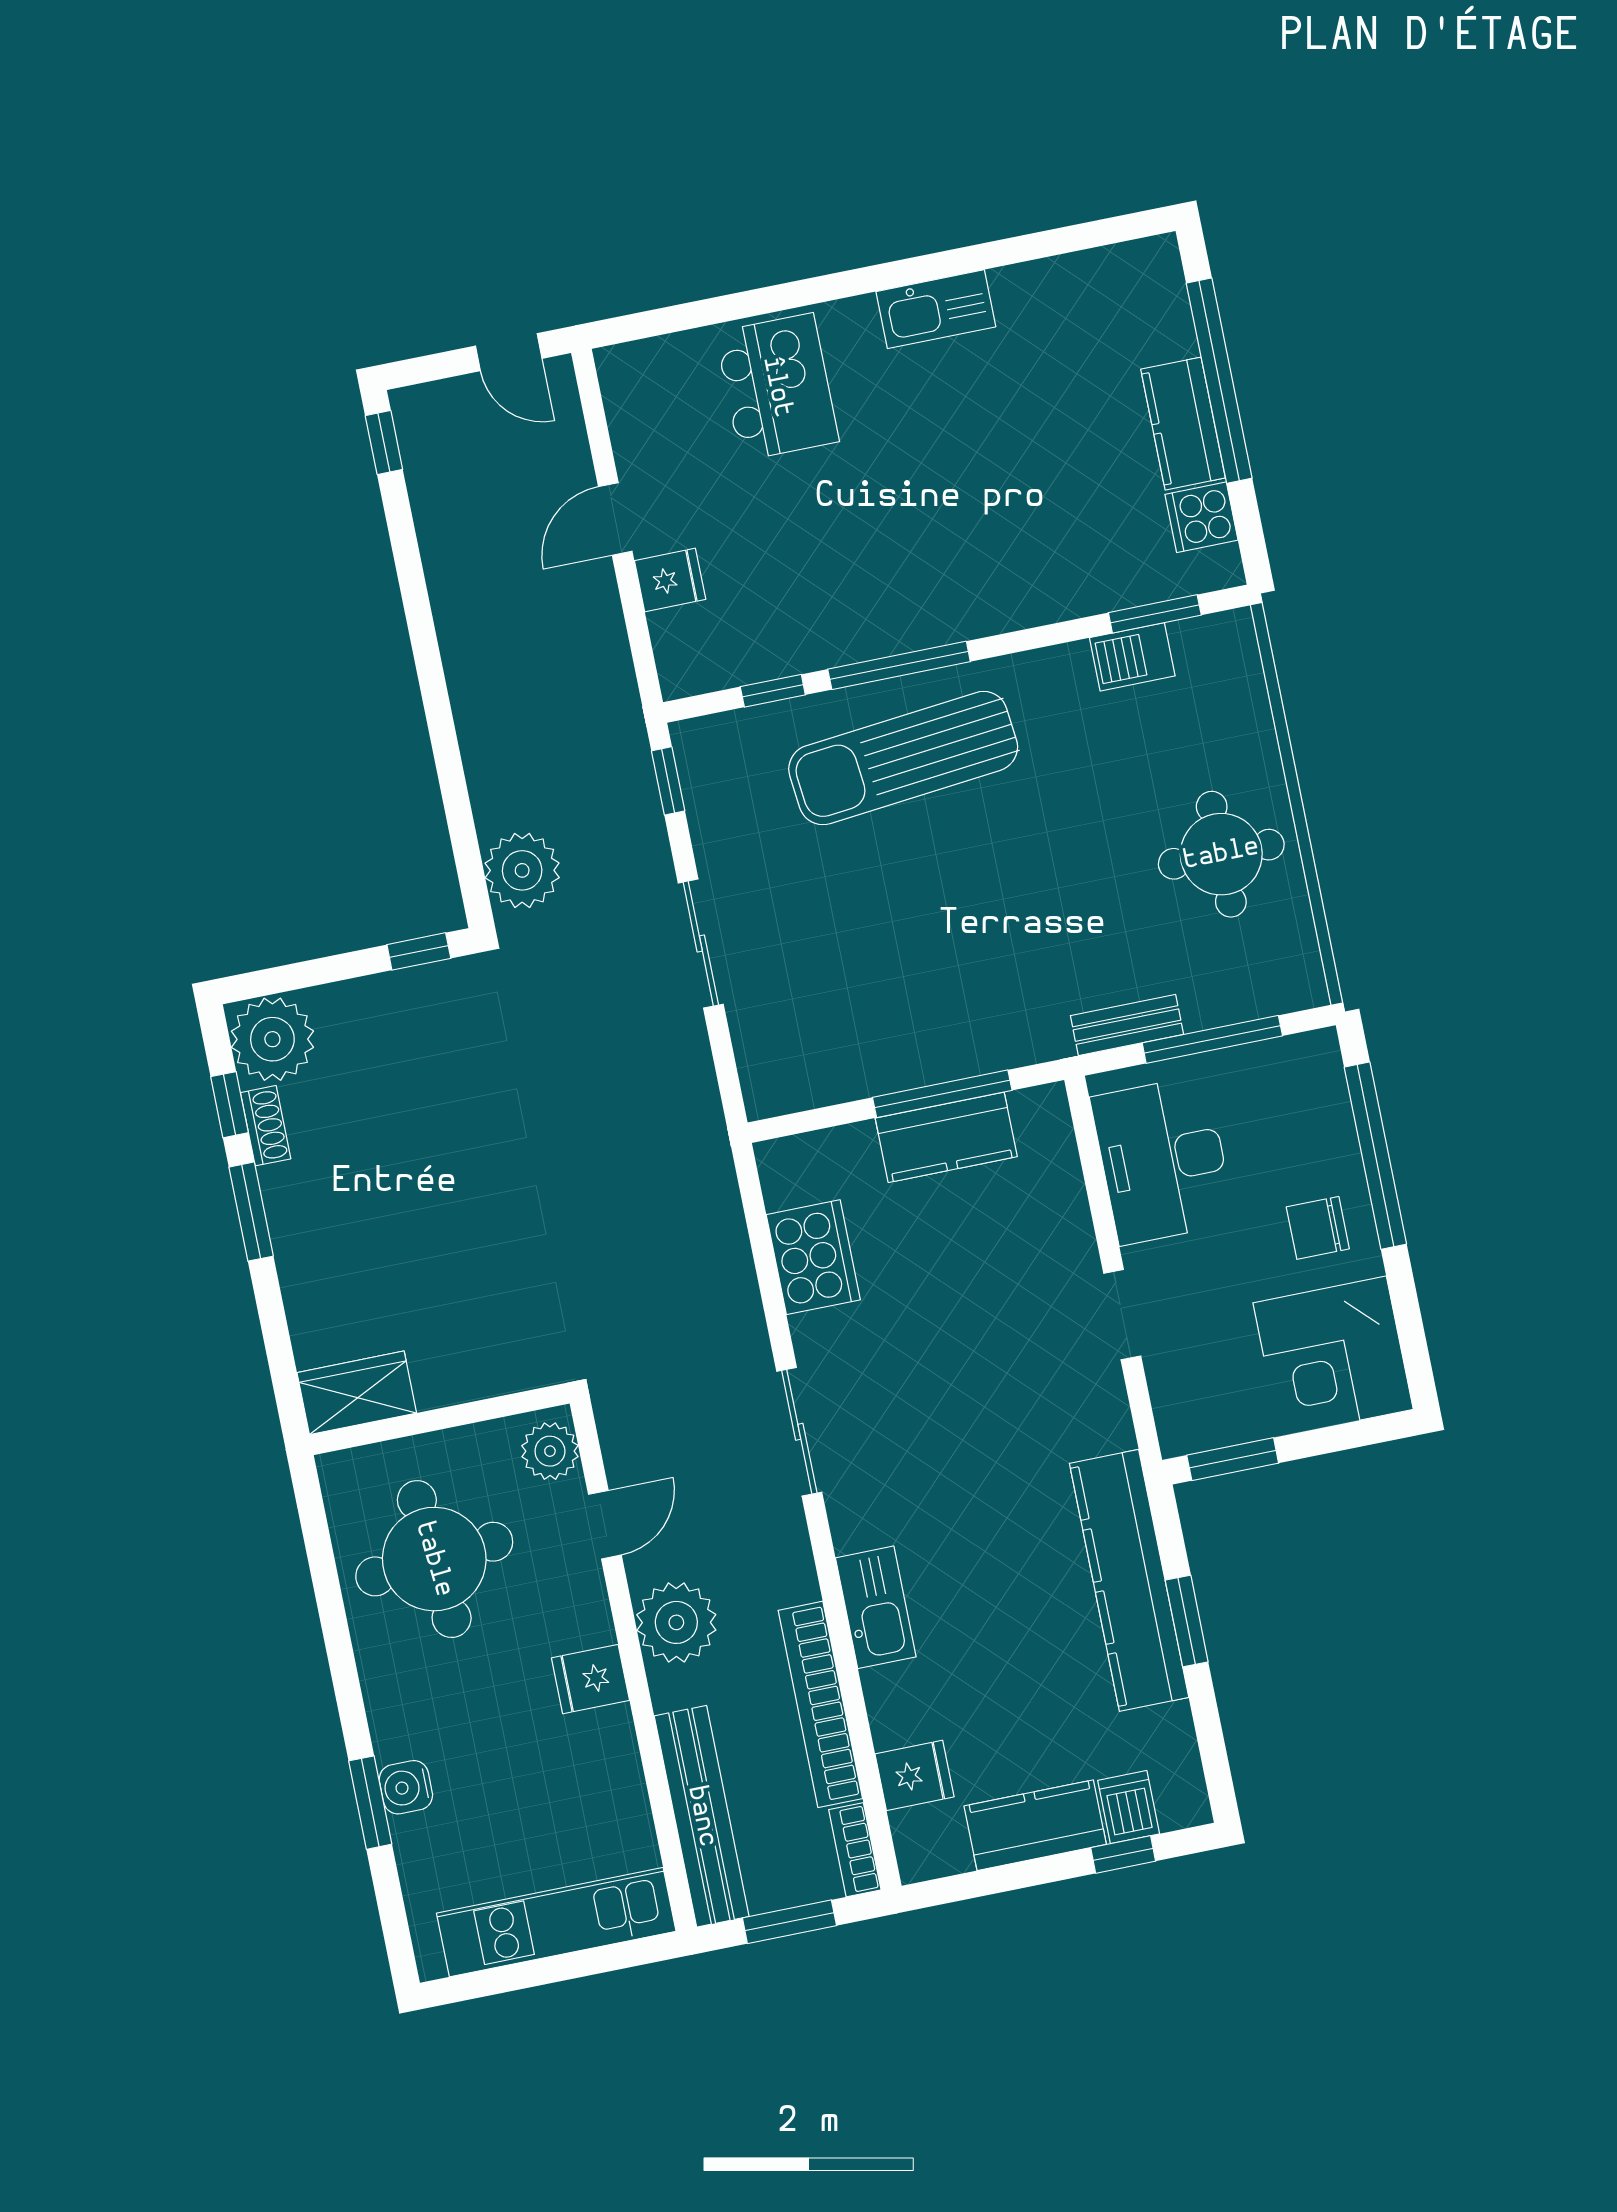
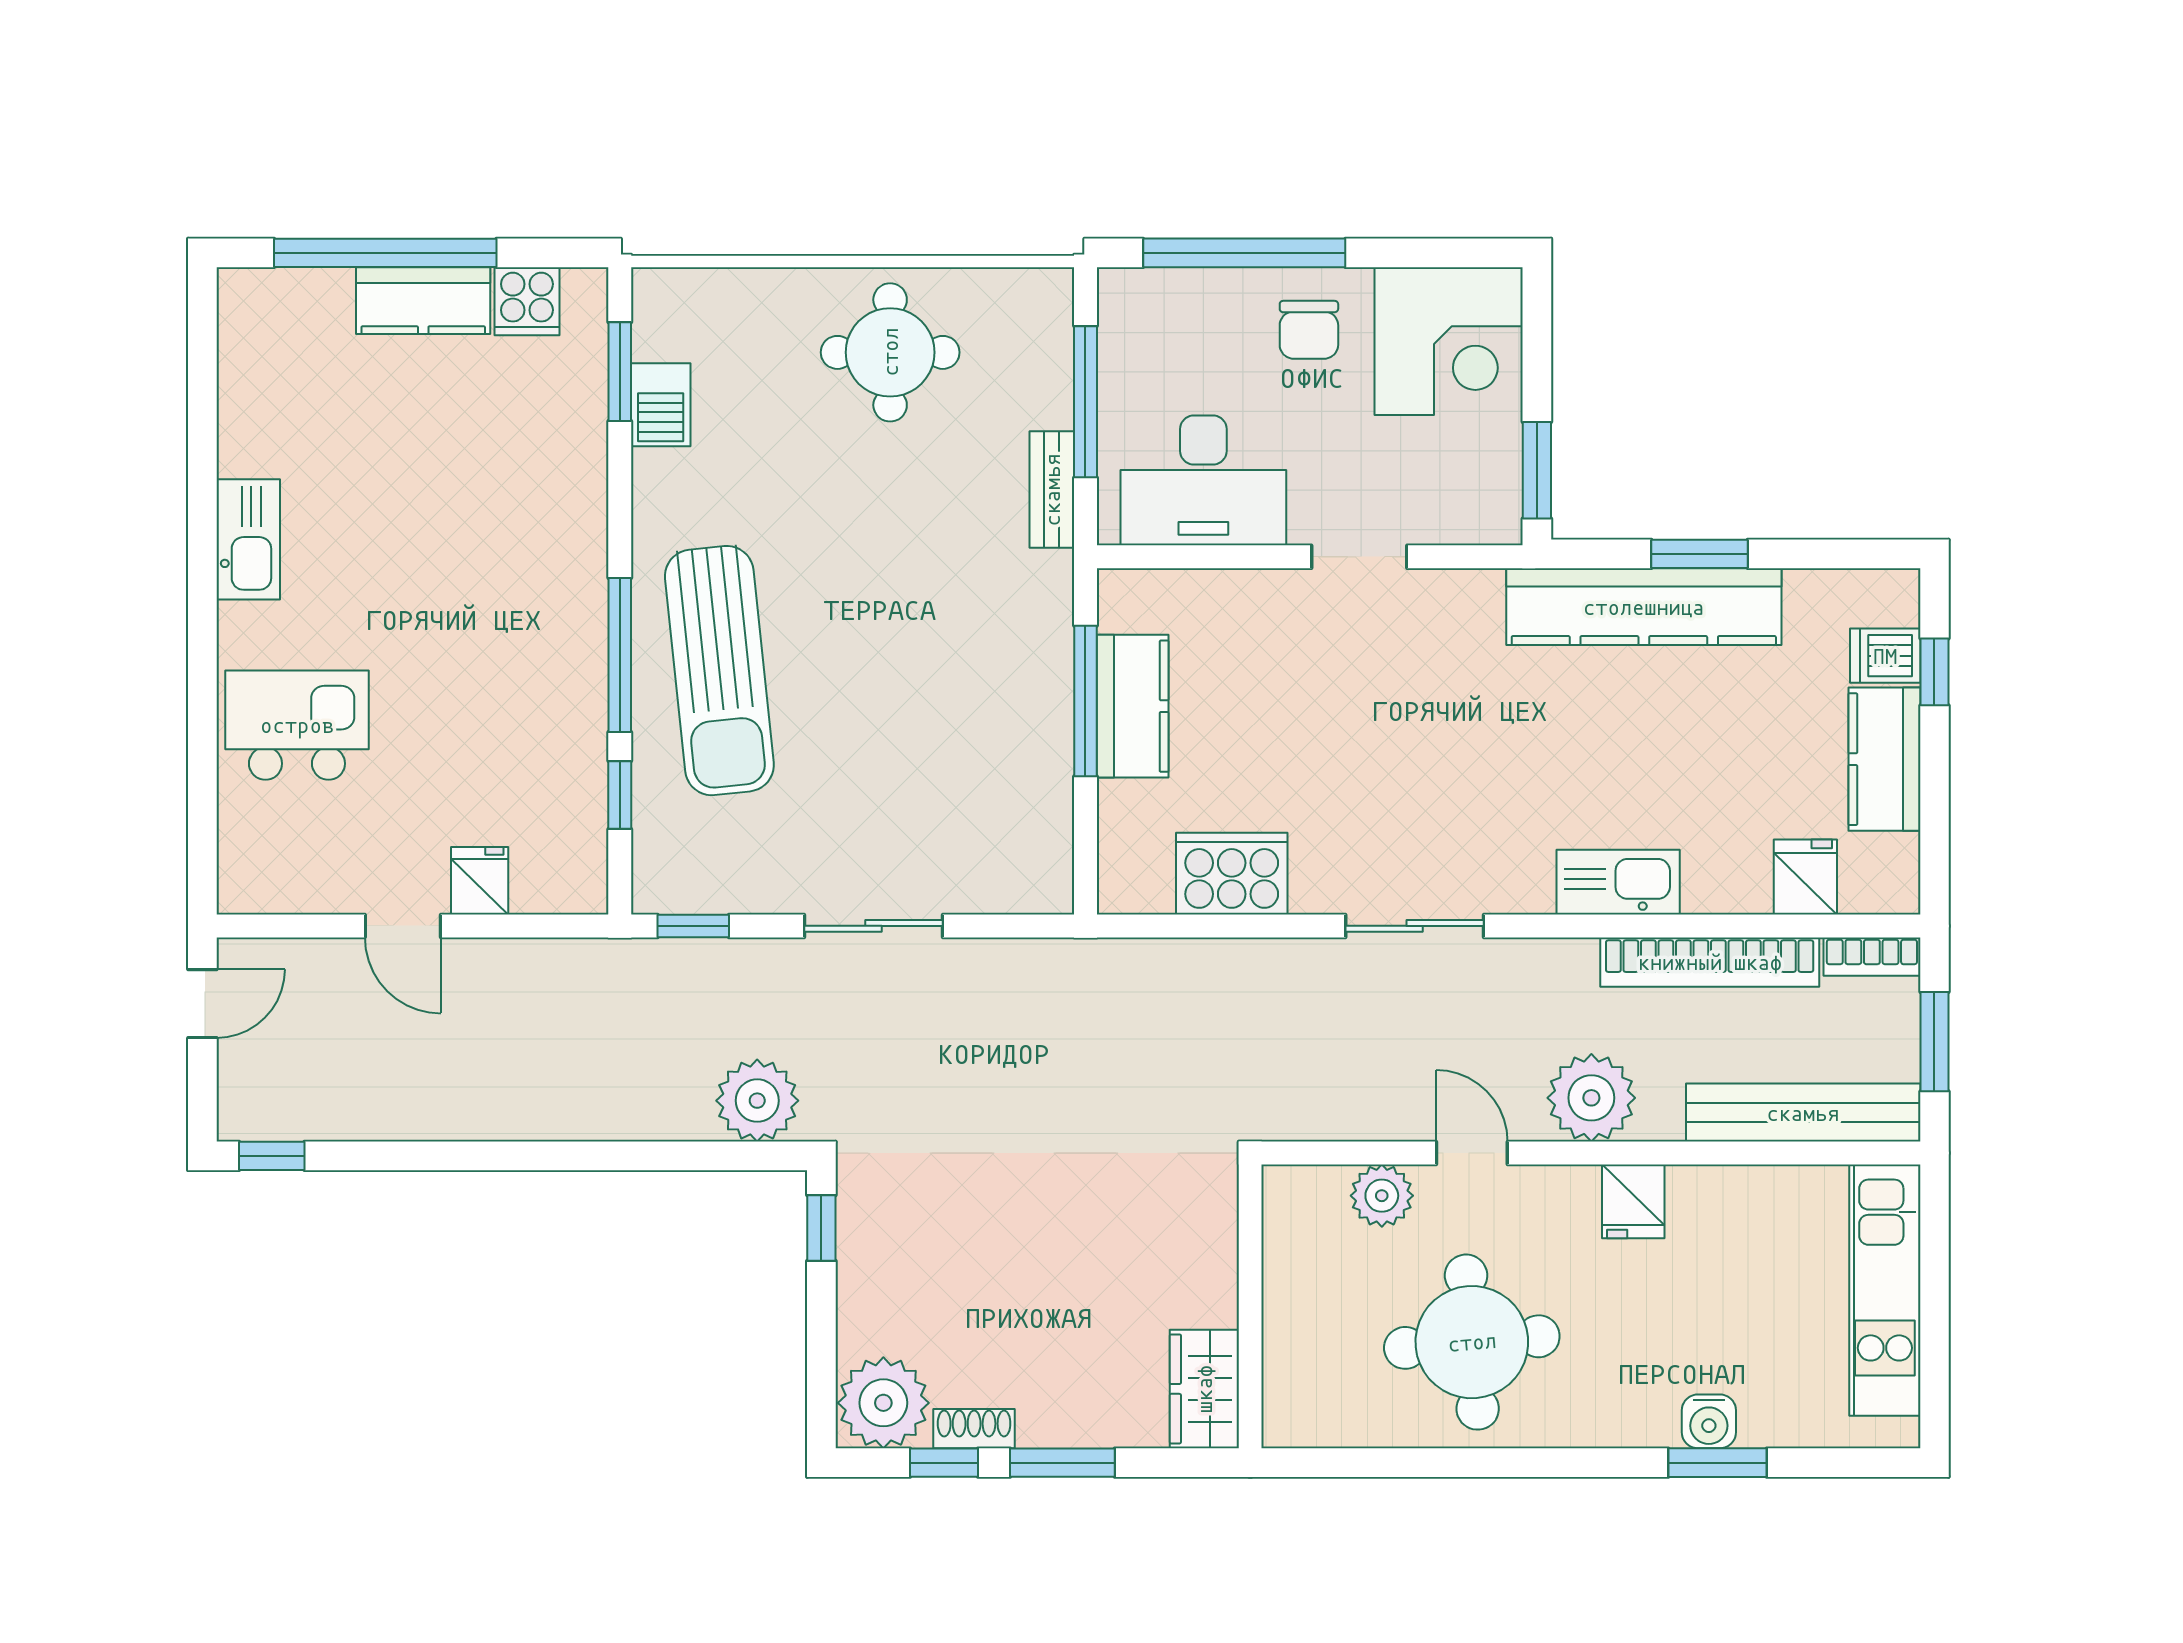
wardrobe: (357, 1393) -> (1204, 1389), moved
wall: (440, 1419) -> (1250, 1306), moved

